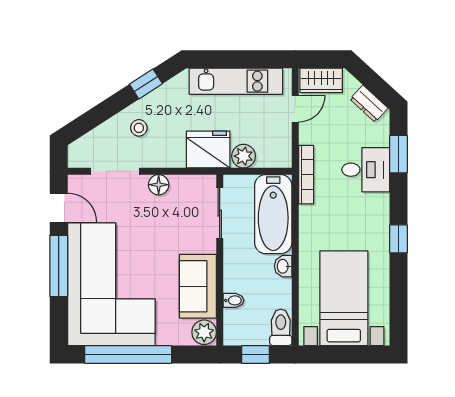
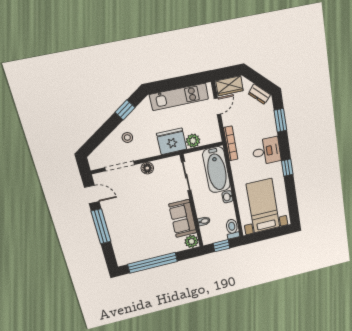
desk: (366, 170) -> (266, 151), moved
corner sofa: (111, 284) -> (134, 229), removed

